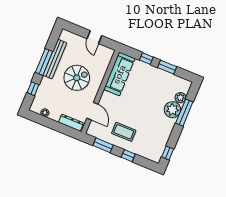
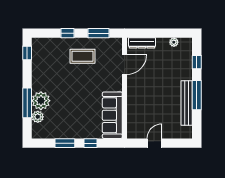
door: (94, 37) -> (155, 143), hinge flipped
spiral stairs: (77, 78) -> (155, 93), removed
door: (92, 111) -> (125, 64), swing flipped

